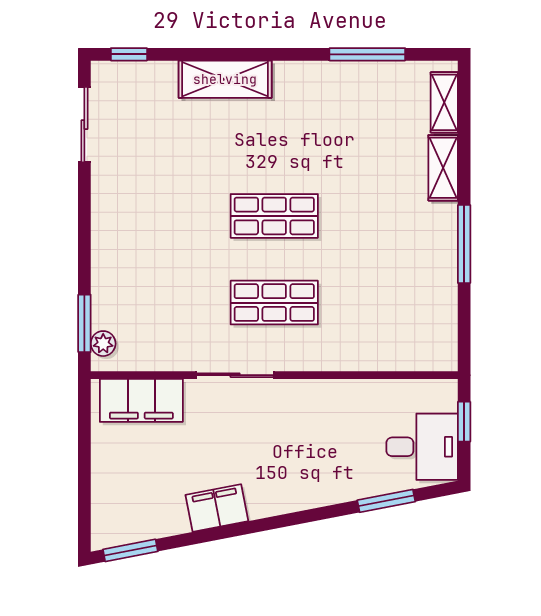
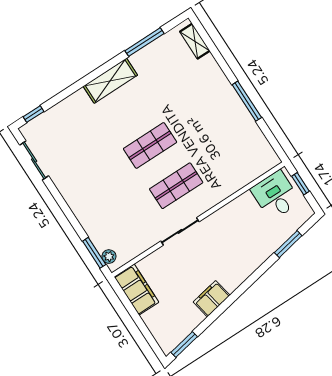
shelving: (225, 79) -> (110, 81), moved
shelving: (443, 168) -> (214, 72), removed
filing cabinet: (141, 400) -> (136, 290), moved, turned -90
desk: (422, 447) -> (276, 195), moved, turned -90

